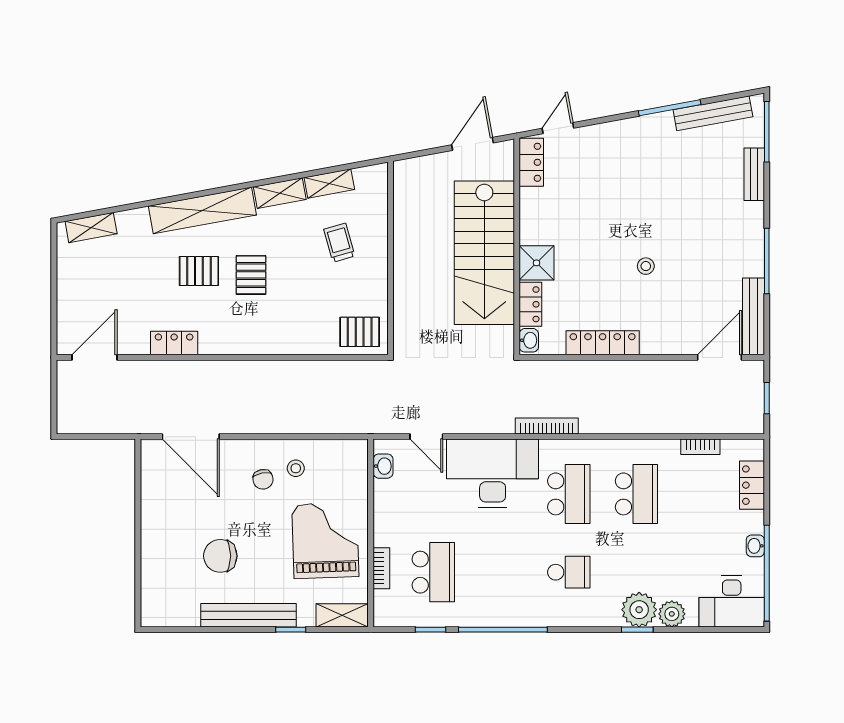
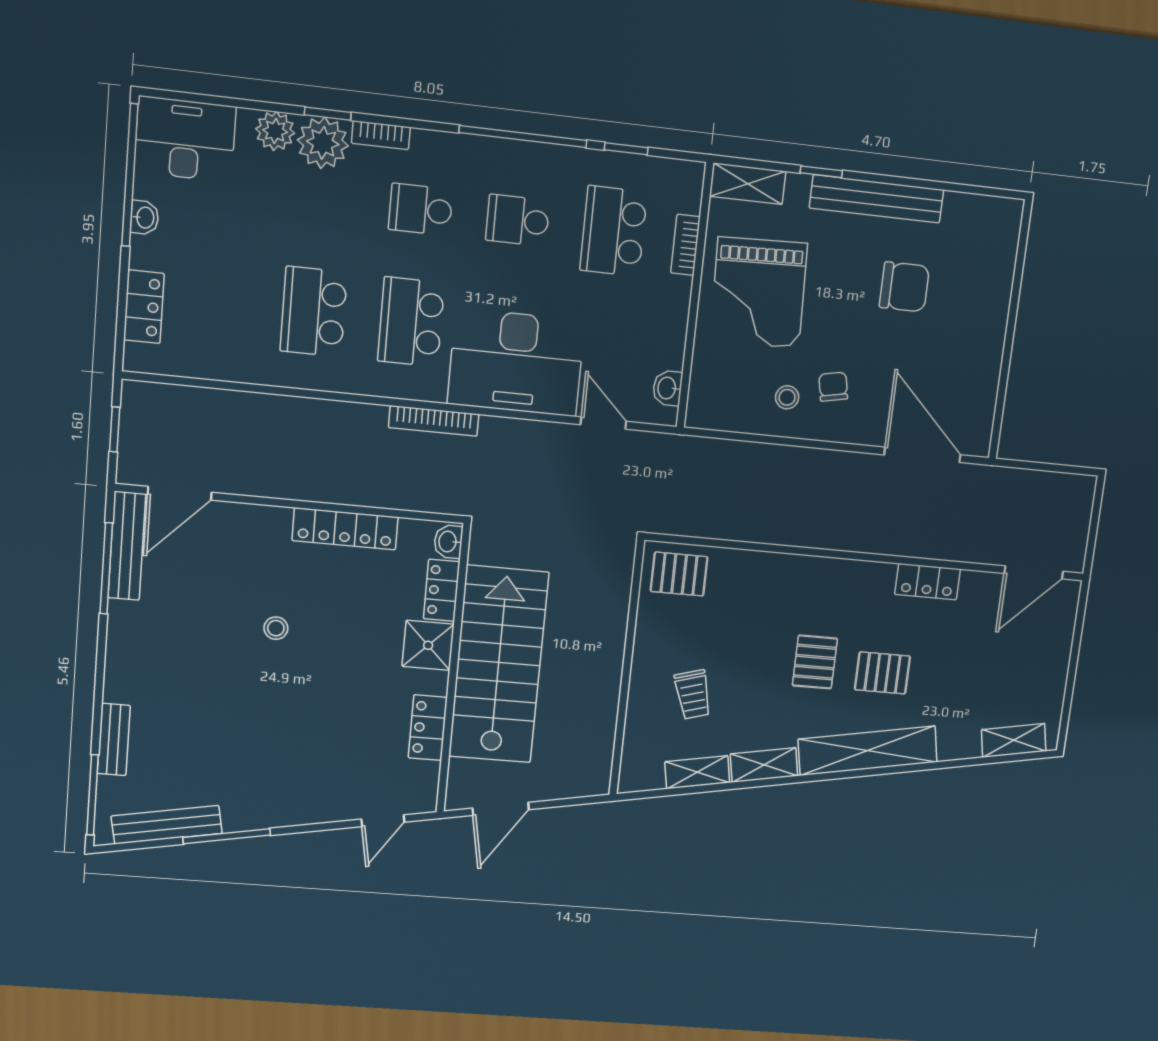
locker: (531, 162) -> (428, 728), moved
window: (767, 261) -> (106, 568), moved
bookcase: (700, 447) -> (381, 135), moved, turned 180
school desk: (501, 572) -> (518, 220), added

